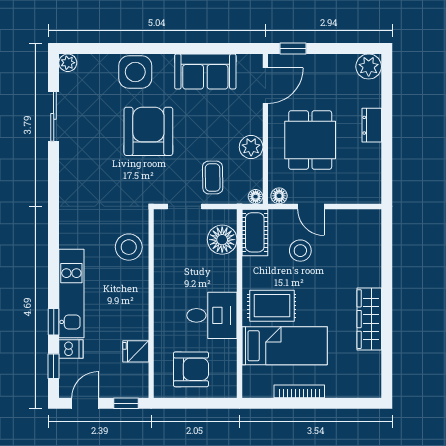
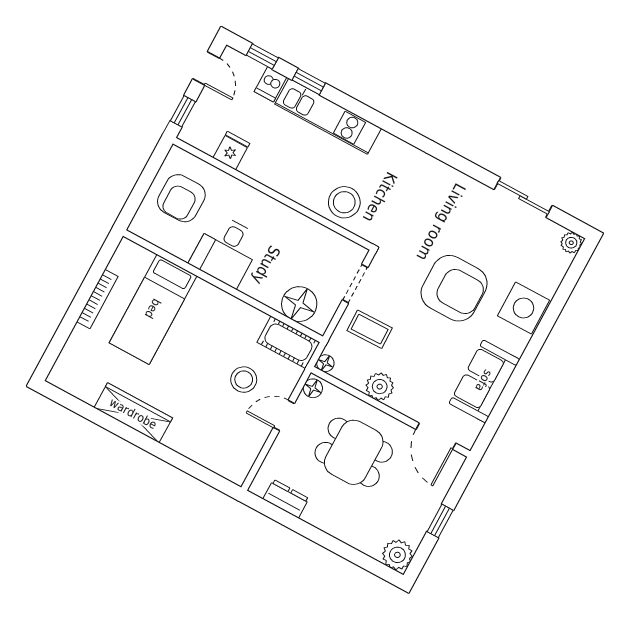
window: (293, 48) -> (440, 521), moved
dresser: (372, 125) -> (286, 499), moved
rug: (272, 306) -> (202, 319), removed

